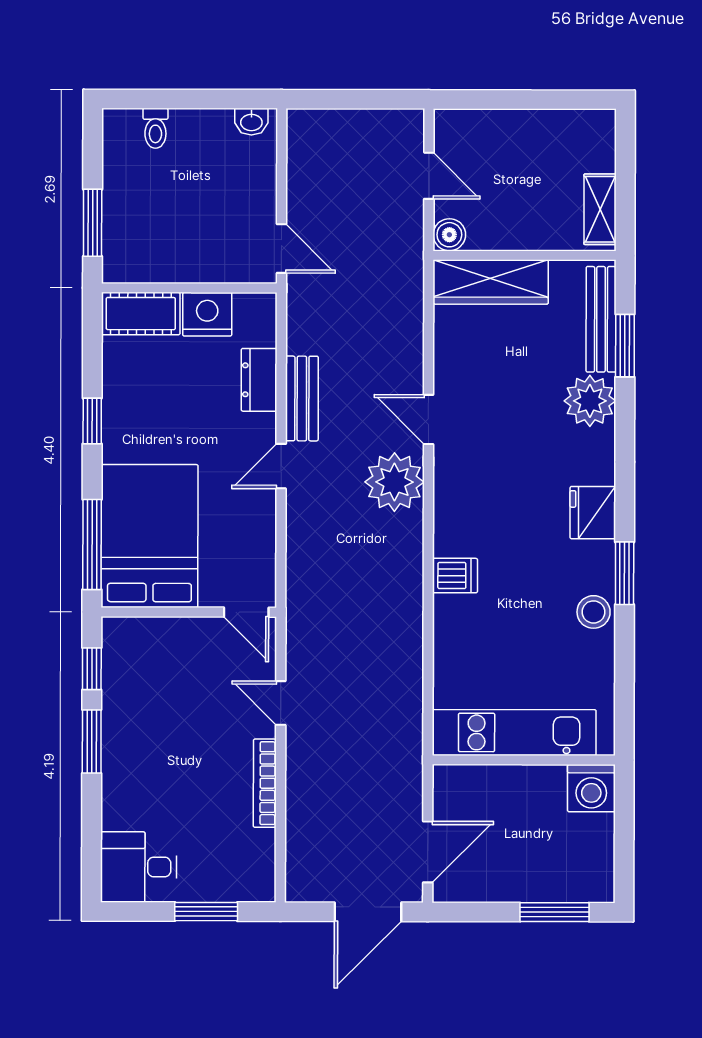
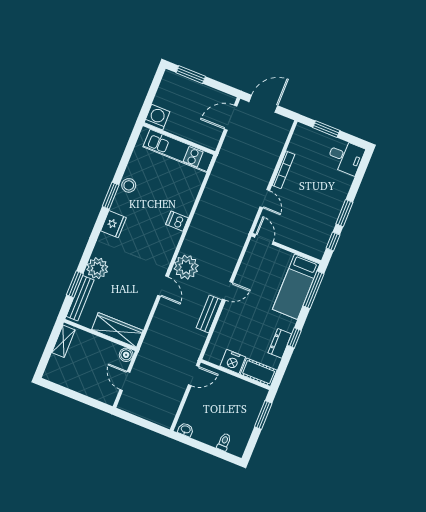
door: (281, 249) -> (194, 376), swing flipped
dresser: (259, 380) -> (280, 343), moved, turned 180
bed: (150, 536) -> (296, 287), width x0.67

